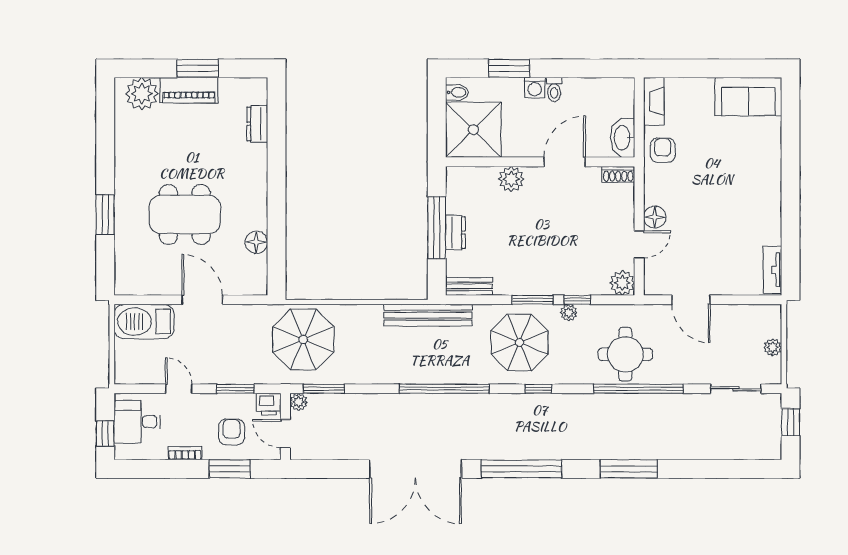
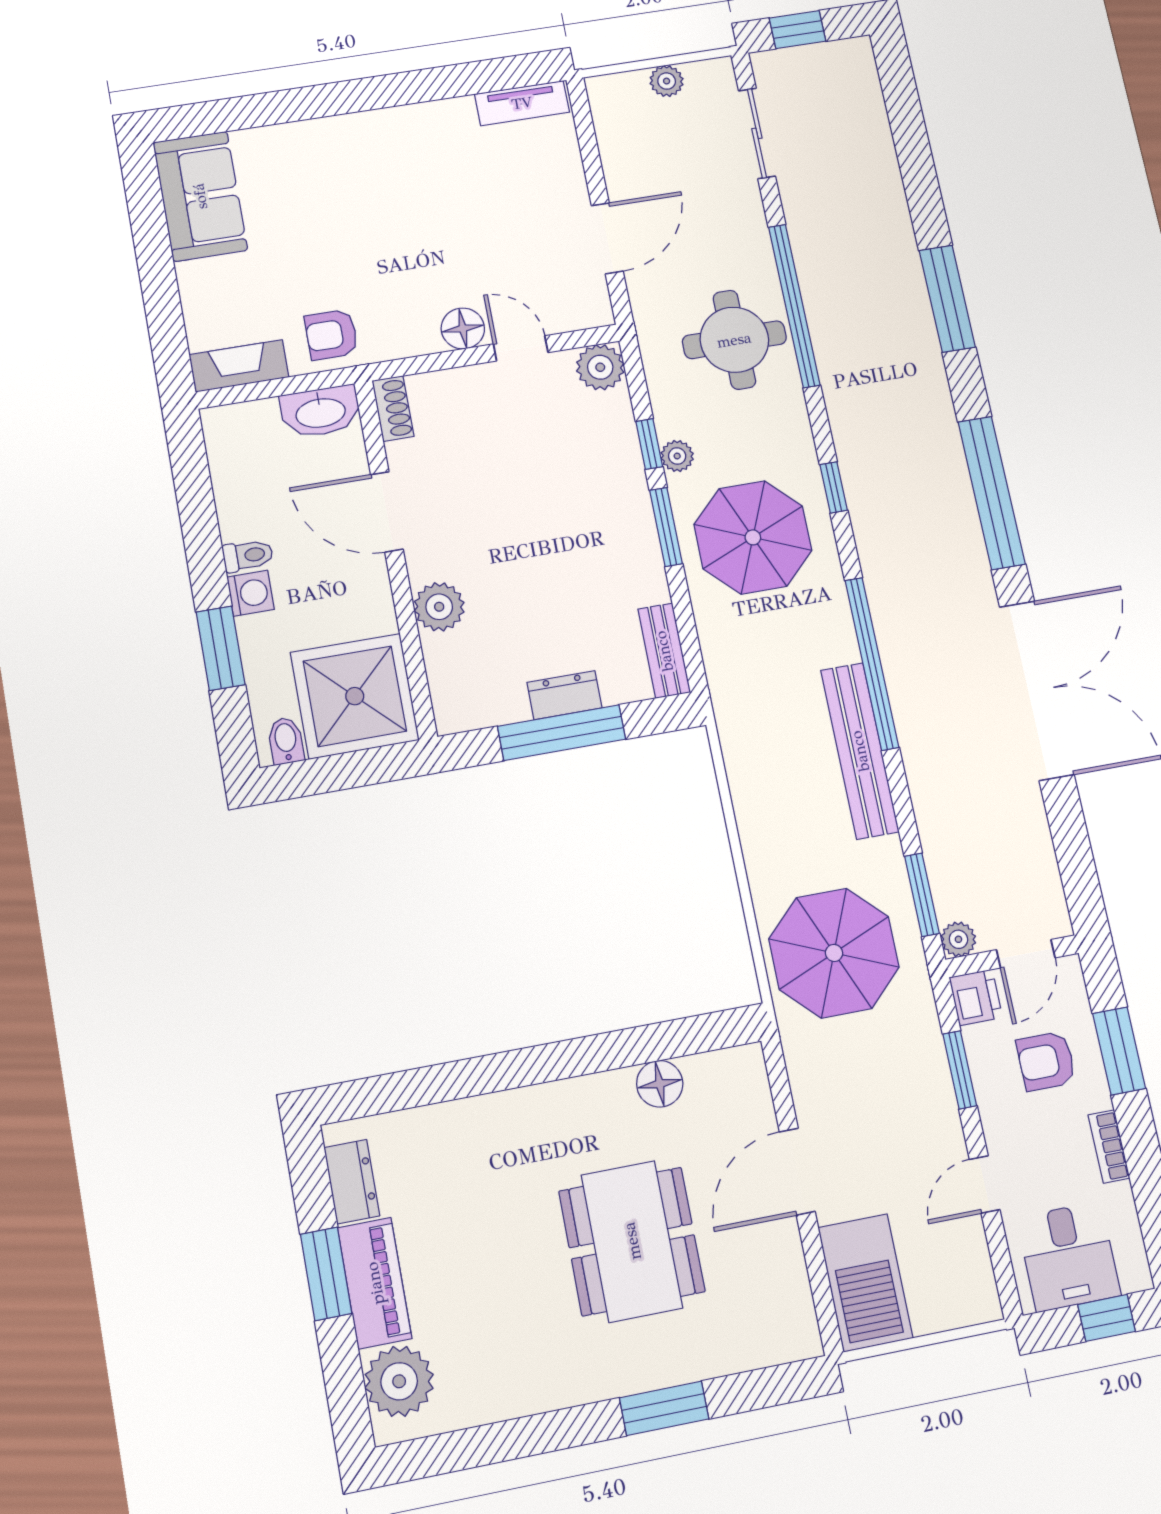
dresser: (257, 124) -> (352, 1182), moved, turned -90
bench: (428, 315) -> (860, 751), moved

